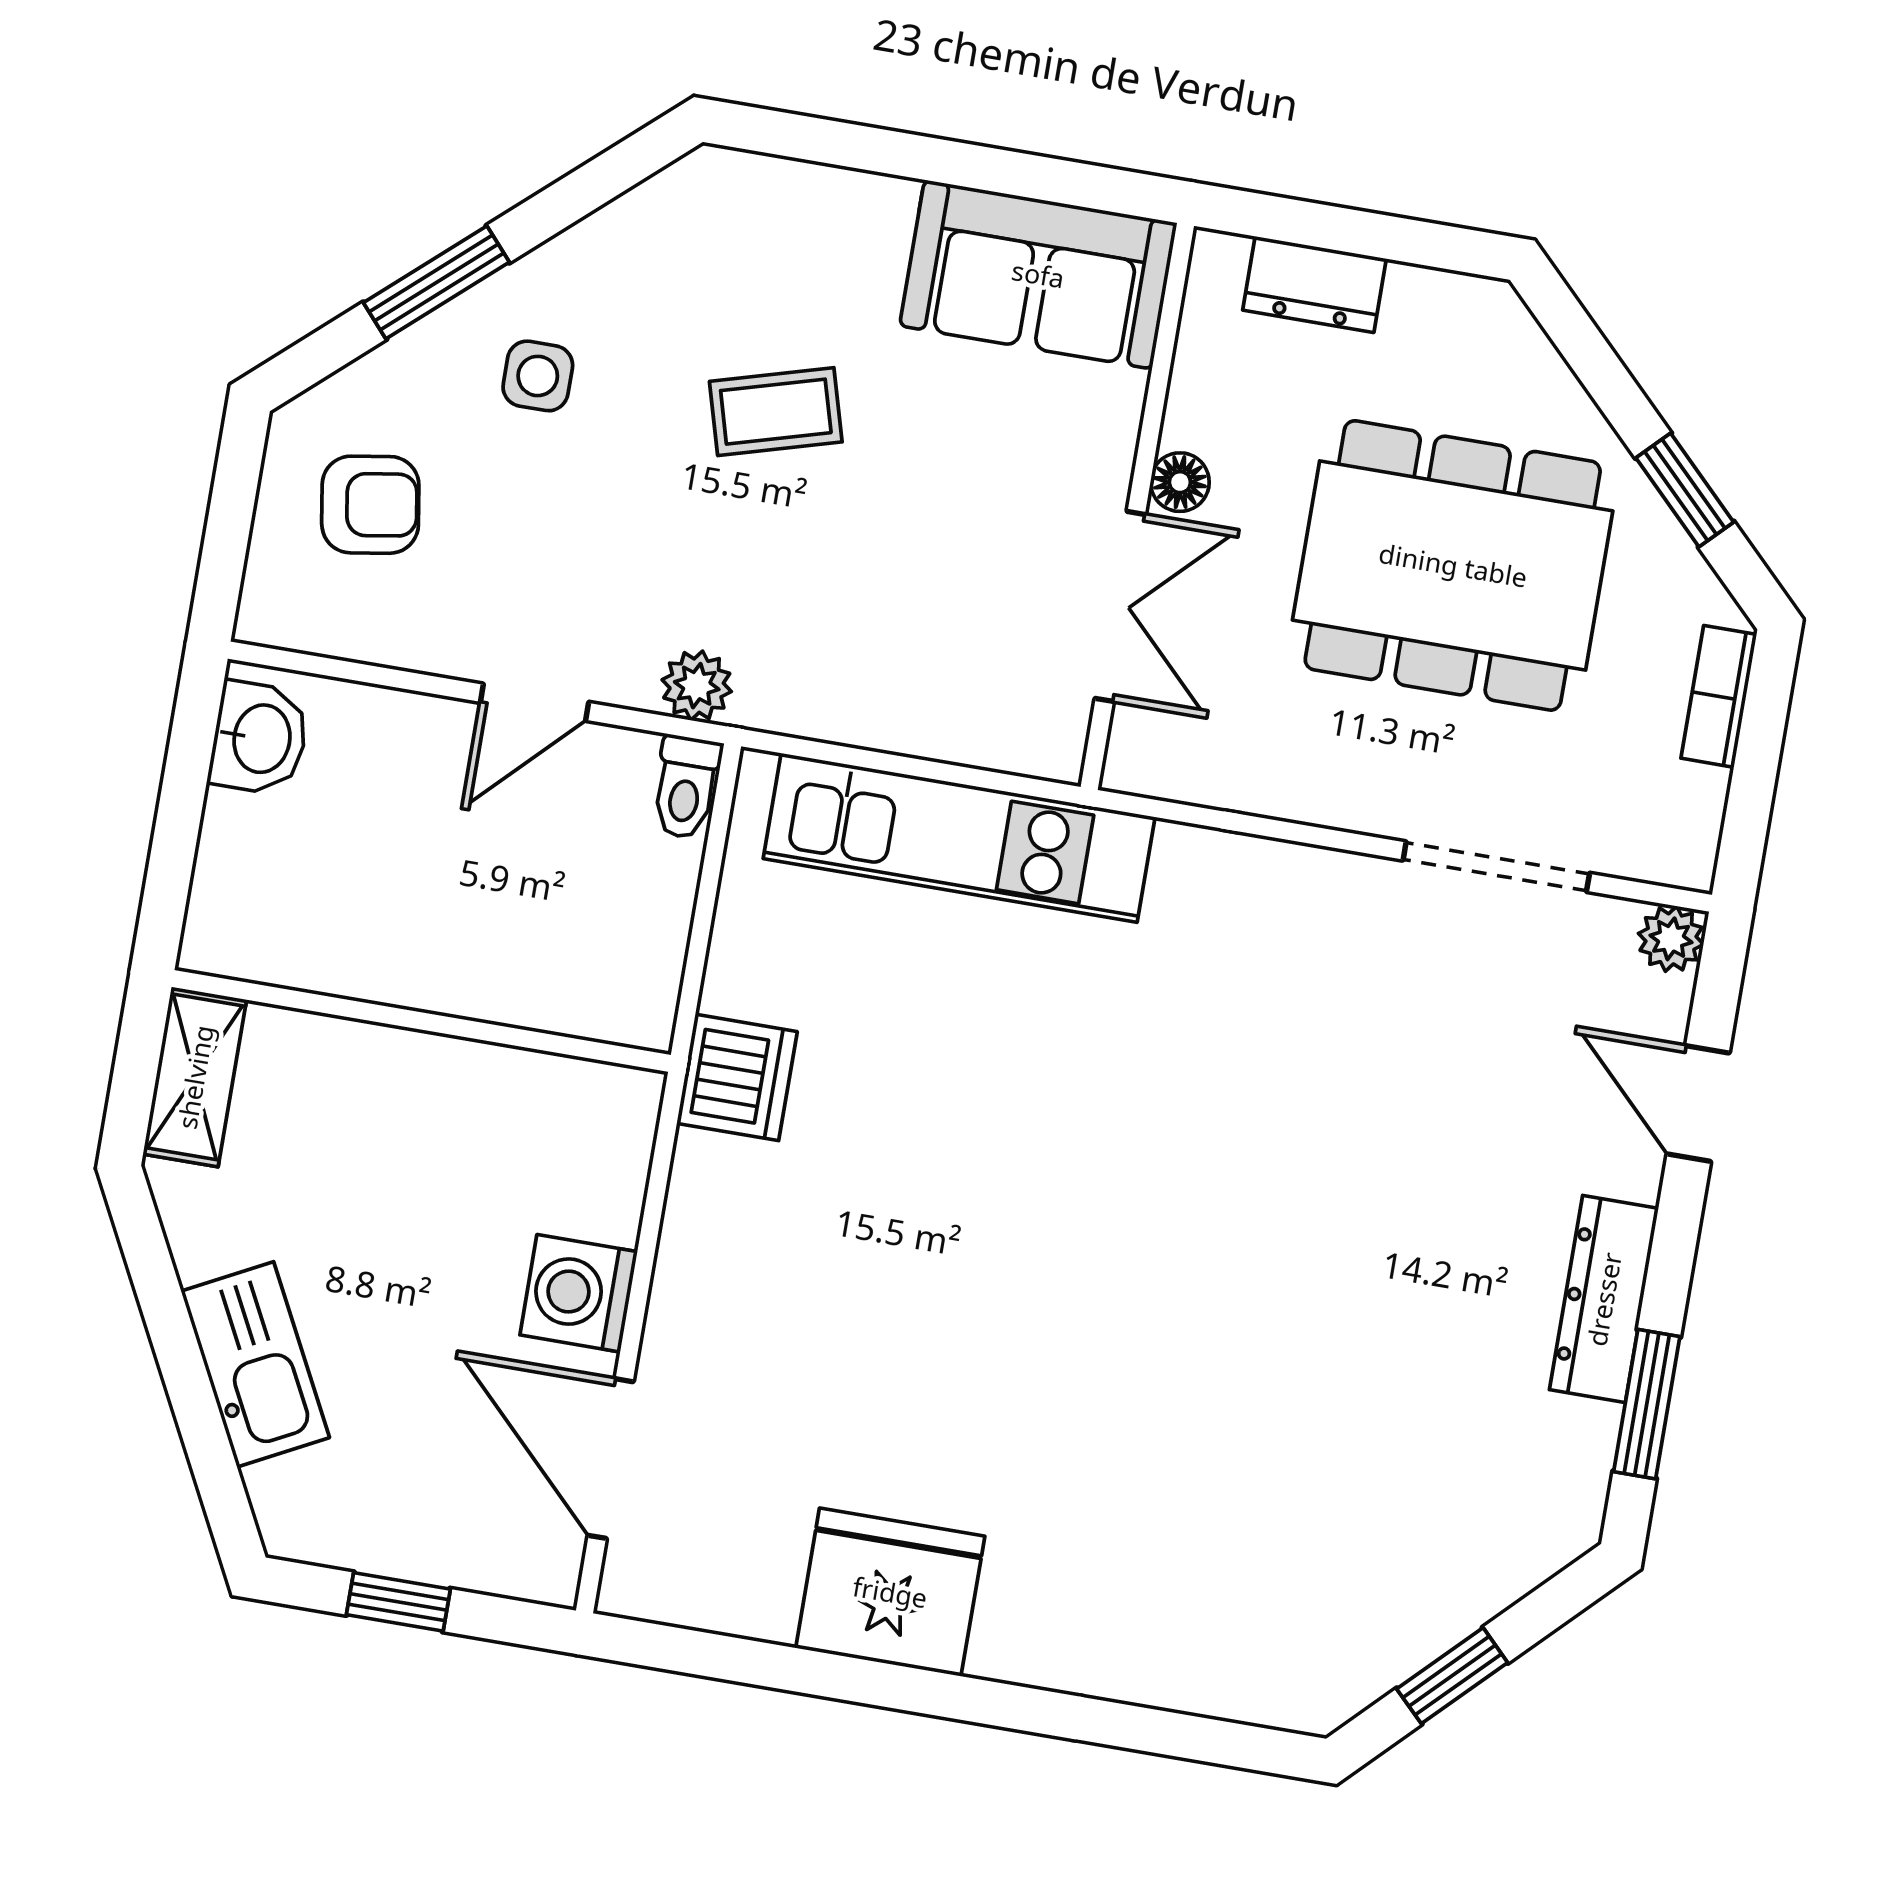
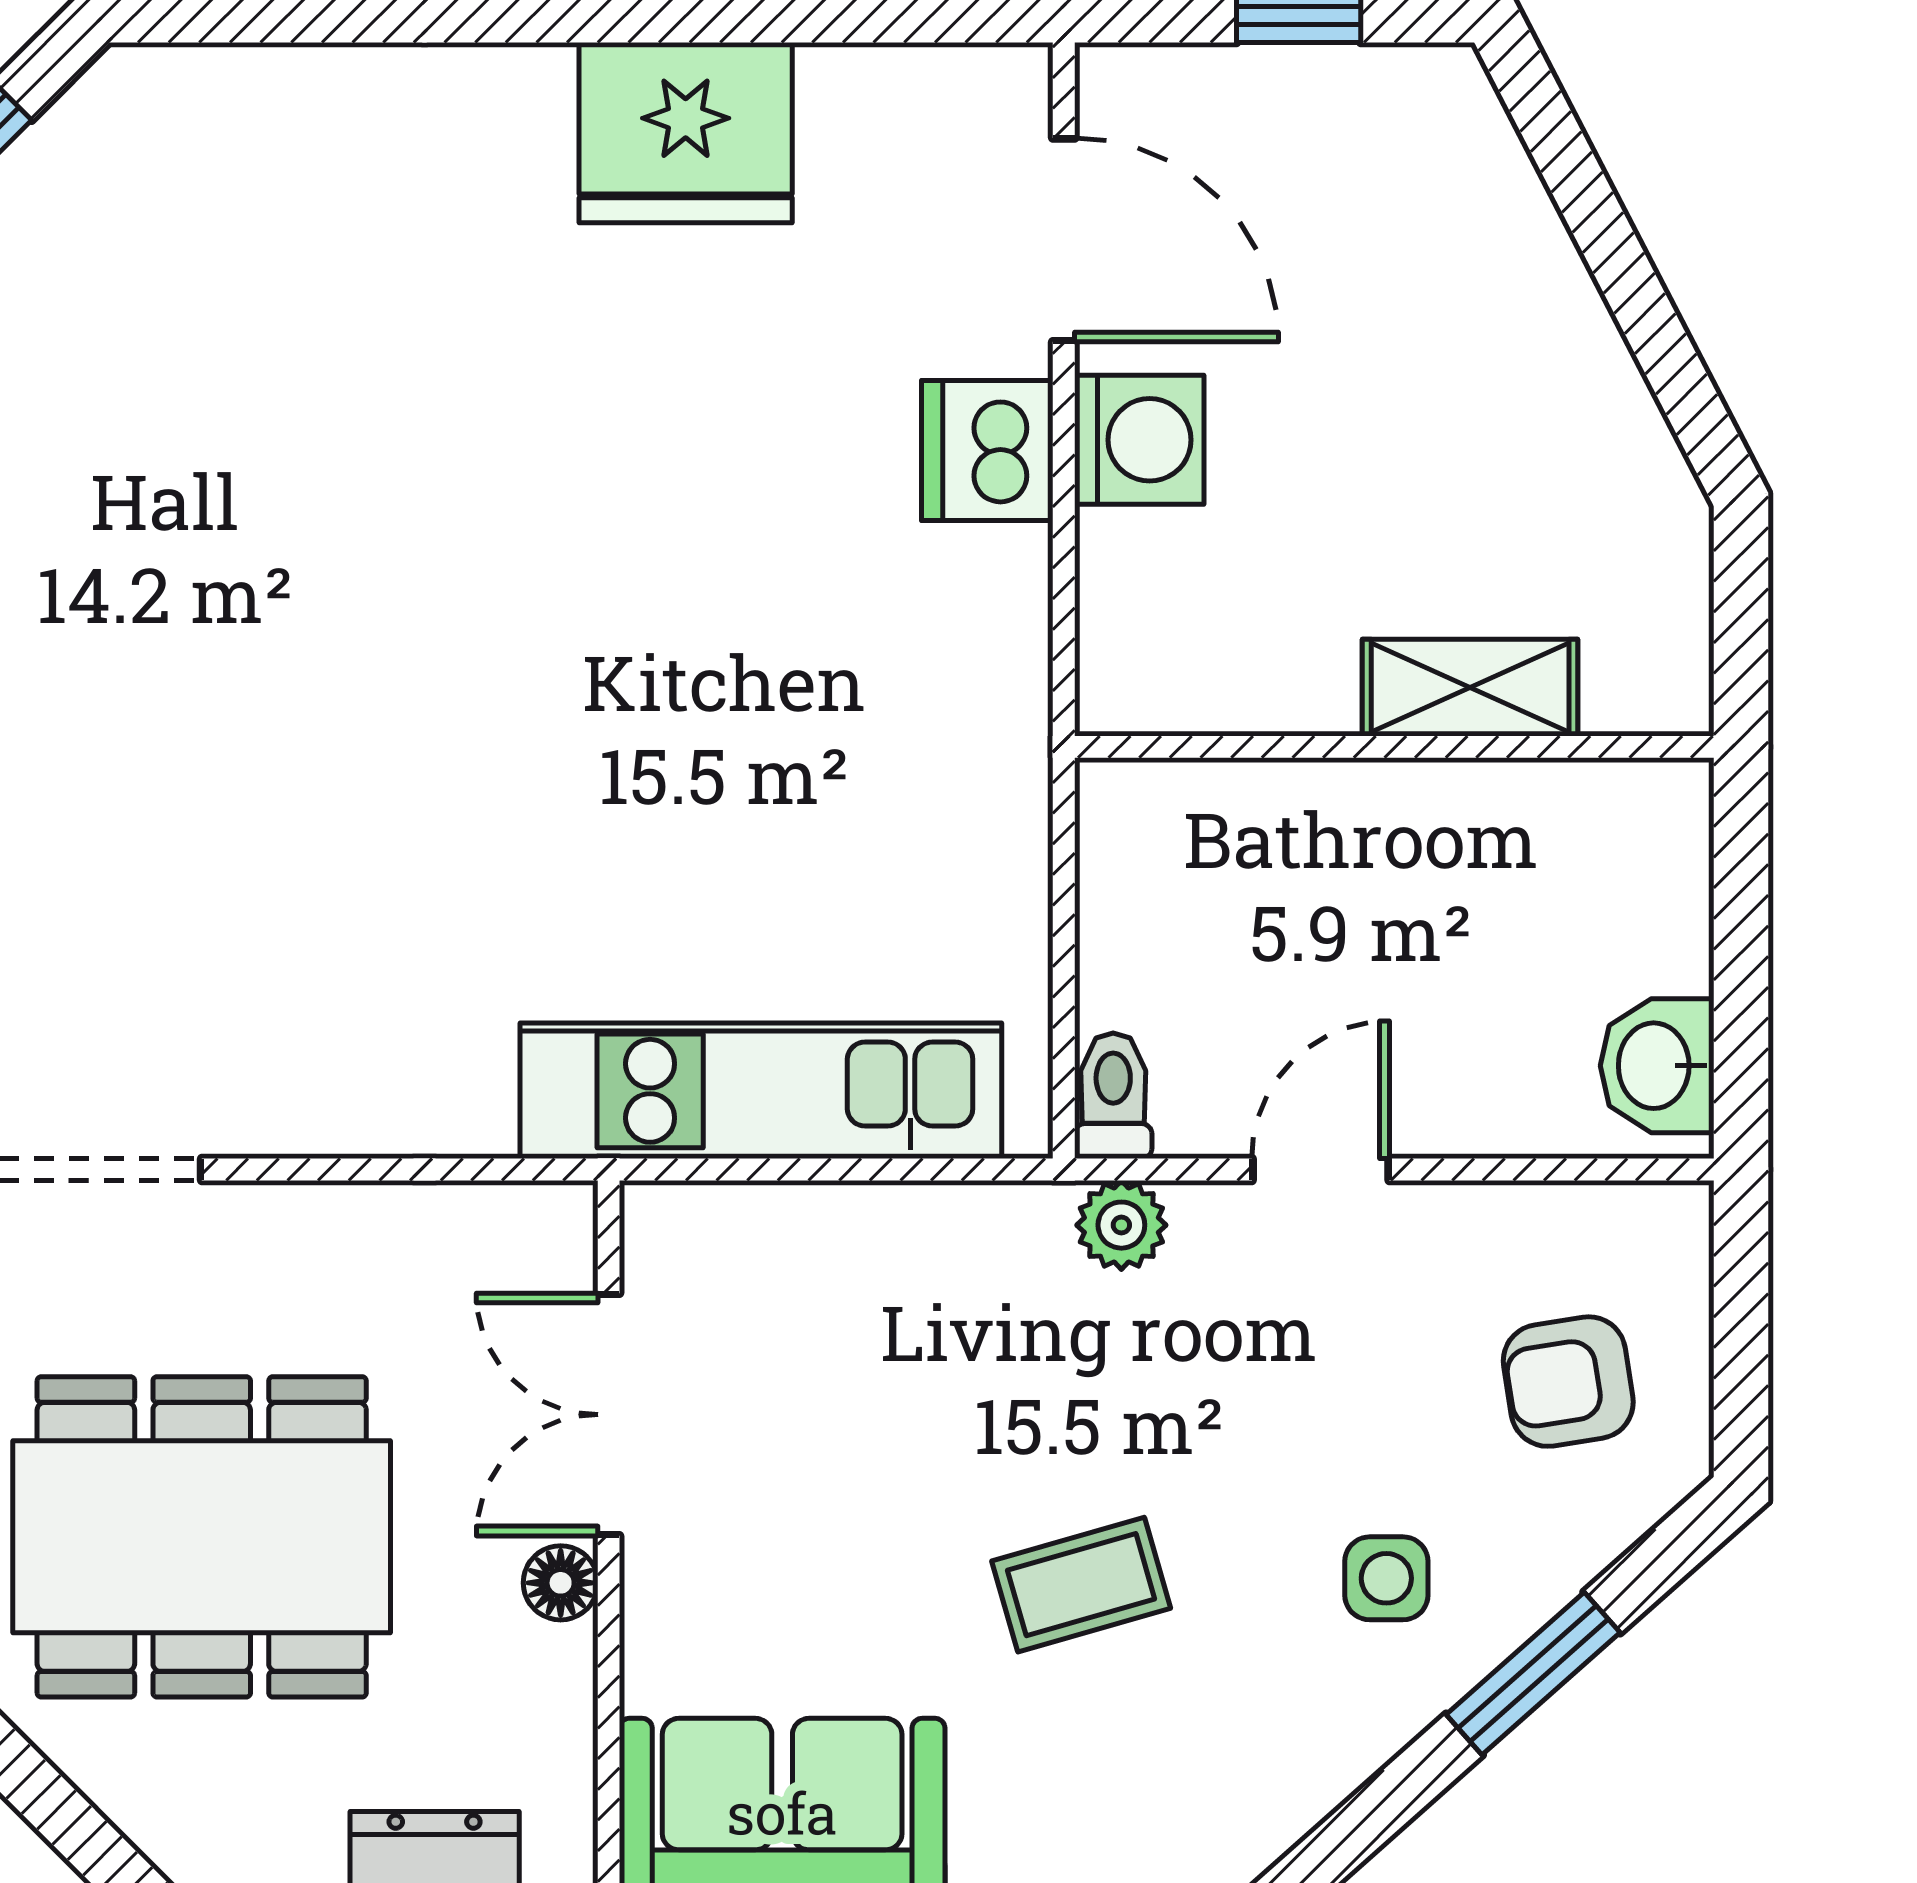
shelving: (195, 1077) -> (1470, 688), moved, turned 90
dishwasher: (737, 1077) -> (987, 450), moved
kitchen sink: (255, 1364) -> (1528, 282), removed

